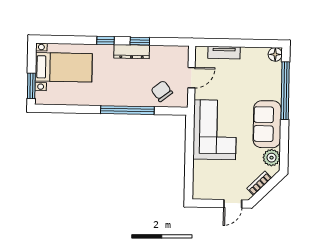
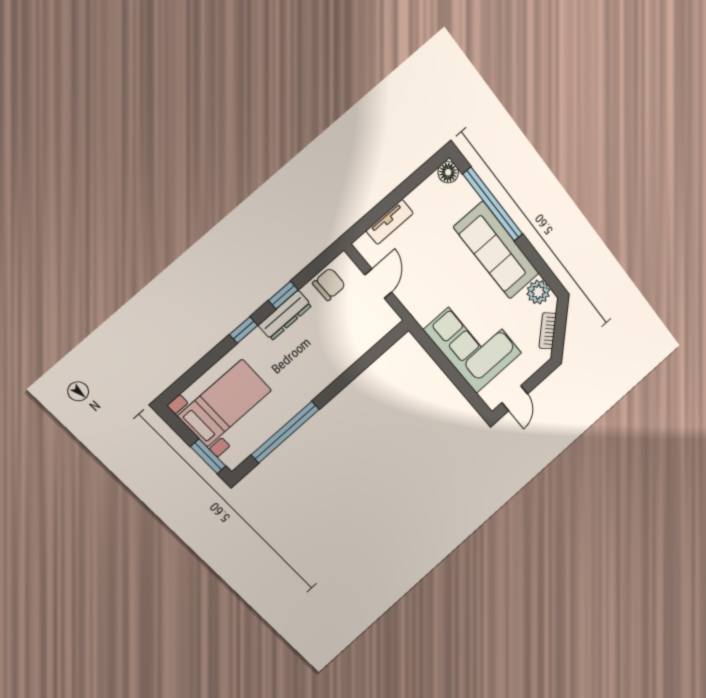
chair: (162, 91) -> (329, 284), moved, turned 127
window: (127, 110) -> (285, 432), moved
sofa: (267, 124) -> (497, 250), width x1.36
corner sofa: (215, 130) -> (473, 341), moved
door: (233, 204) -> (515, 398), moved

